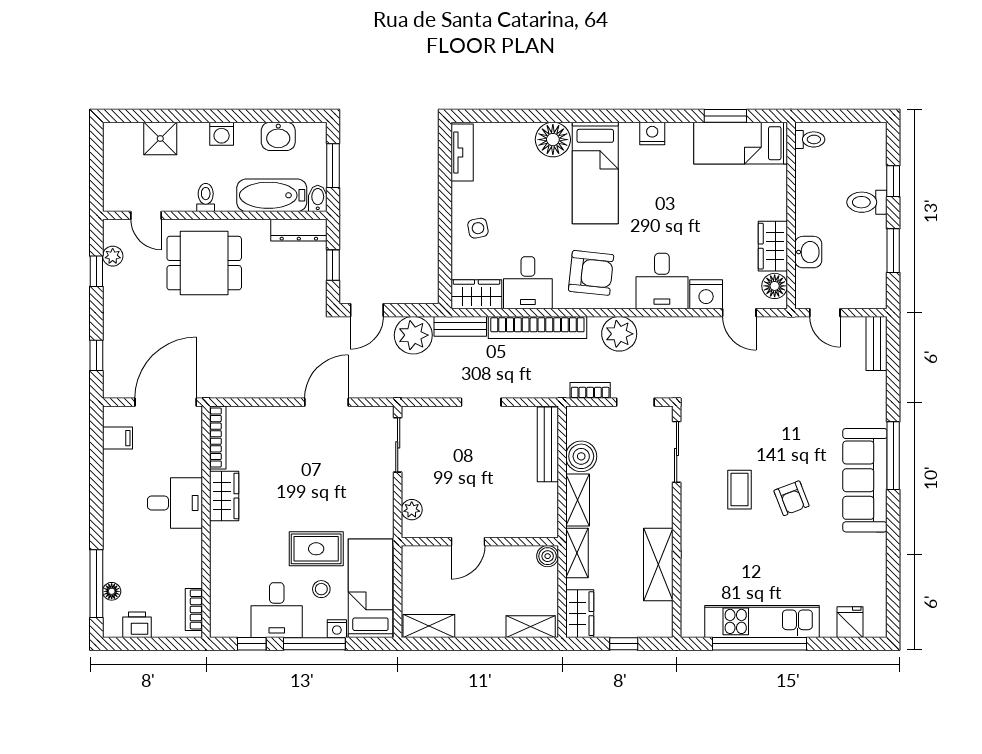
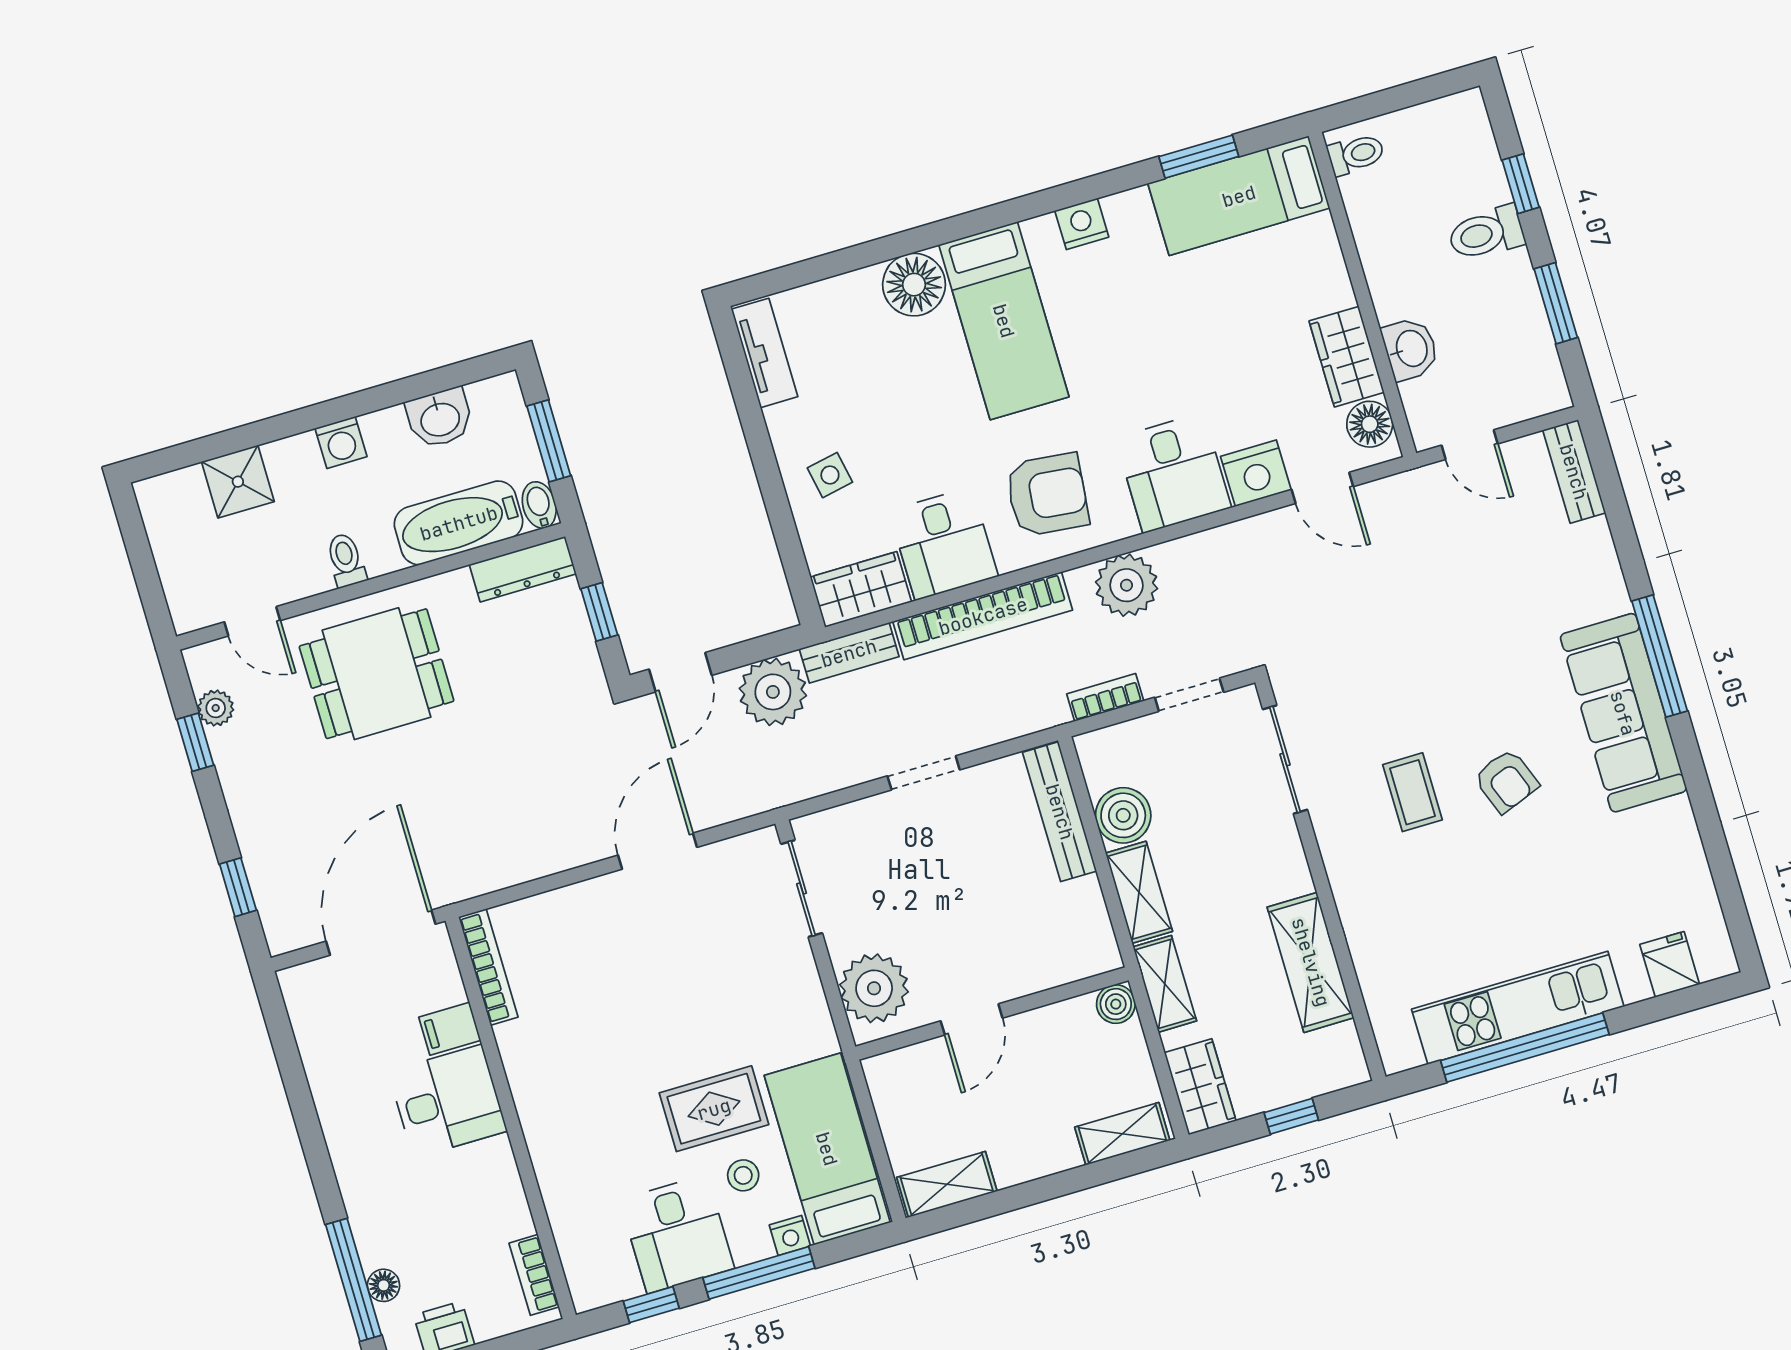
filing cabinet: (117, 438) -> (450, 1029), moved, turned 180
wardrobe: (224, 496) -> (529, 1064), removed
plant: (412, 510) -> (874, 988), width x1.88, depth x1.88

